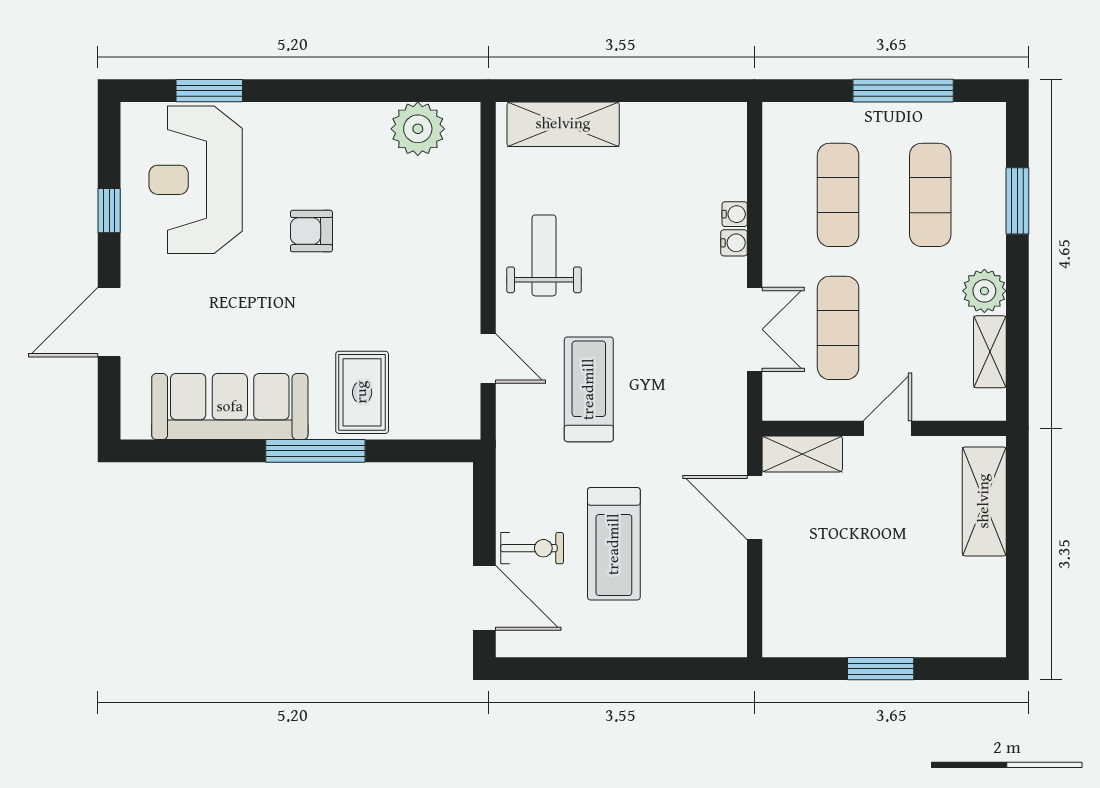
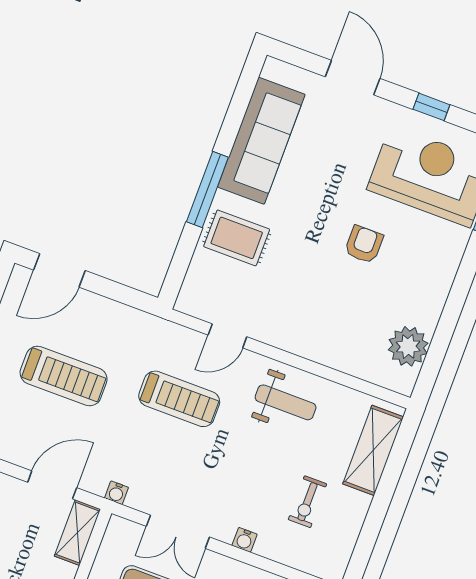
water cooler: (735, 214) -> (116, 493), moved
treadmill: (614, 544) -> (64, 376), turned 180
exercise bike: (532, 548) -> (307, 502), moved

